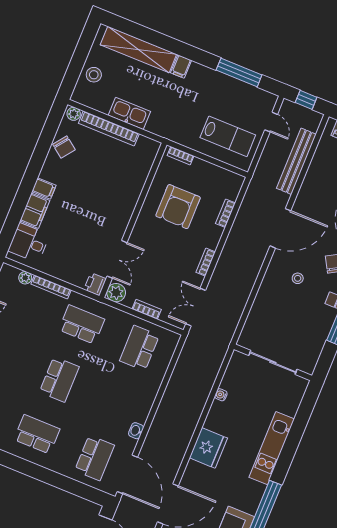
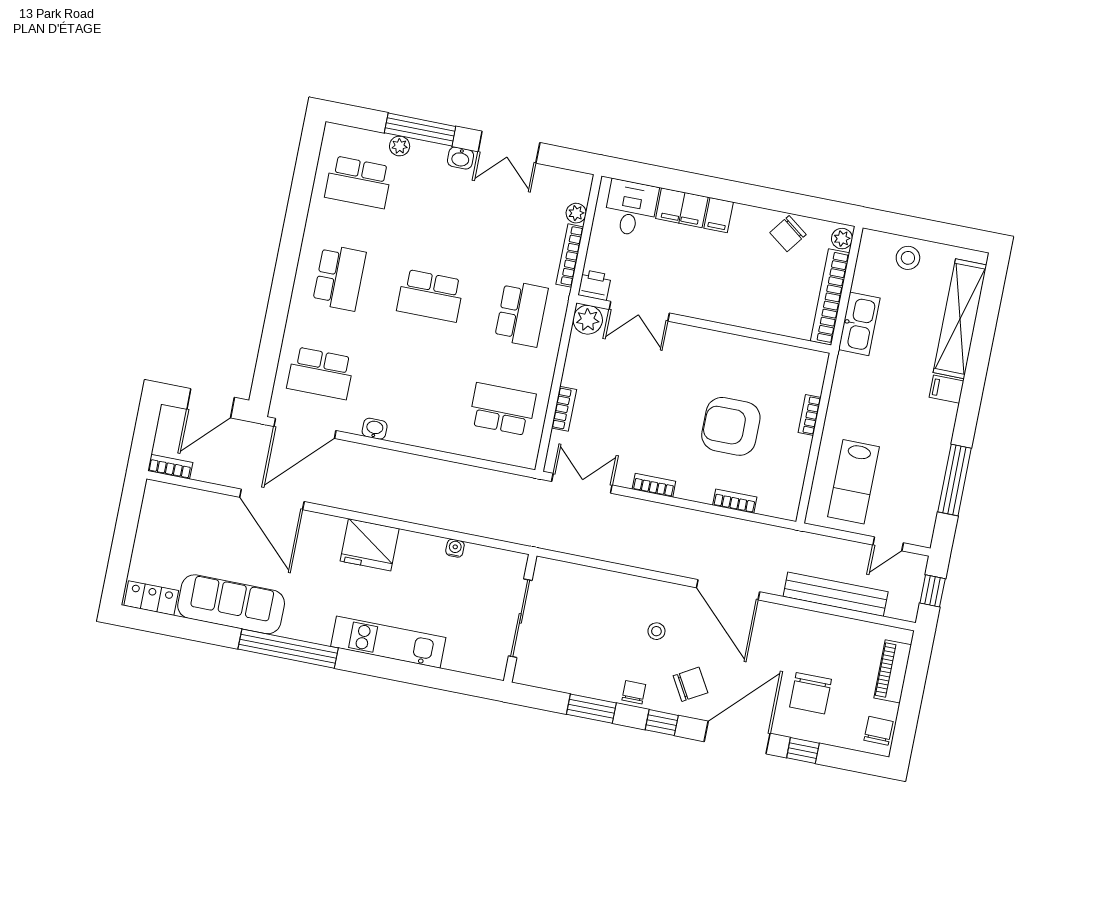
wall: (133, 220) -> (704, 324), moved
double door: (117, 259) -> (639, 311), moved
printer: (95, 284) -> (595, 285), moved
plant: (116, 293) -> (588, 320), moved

